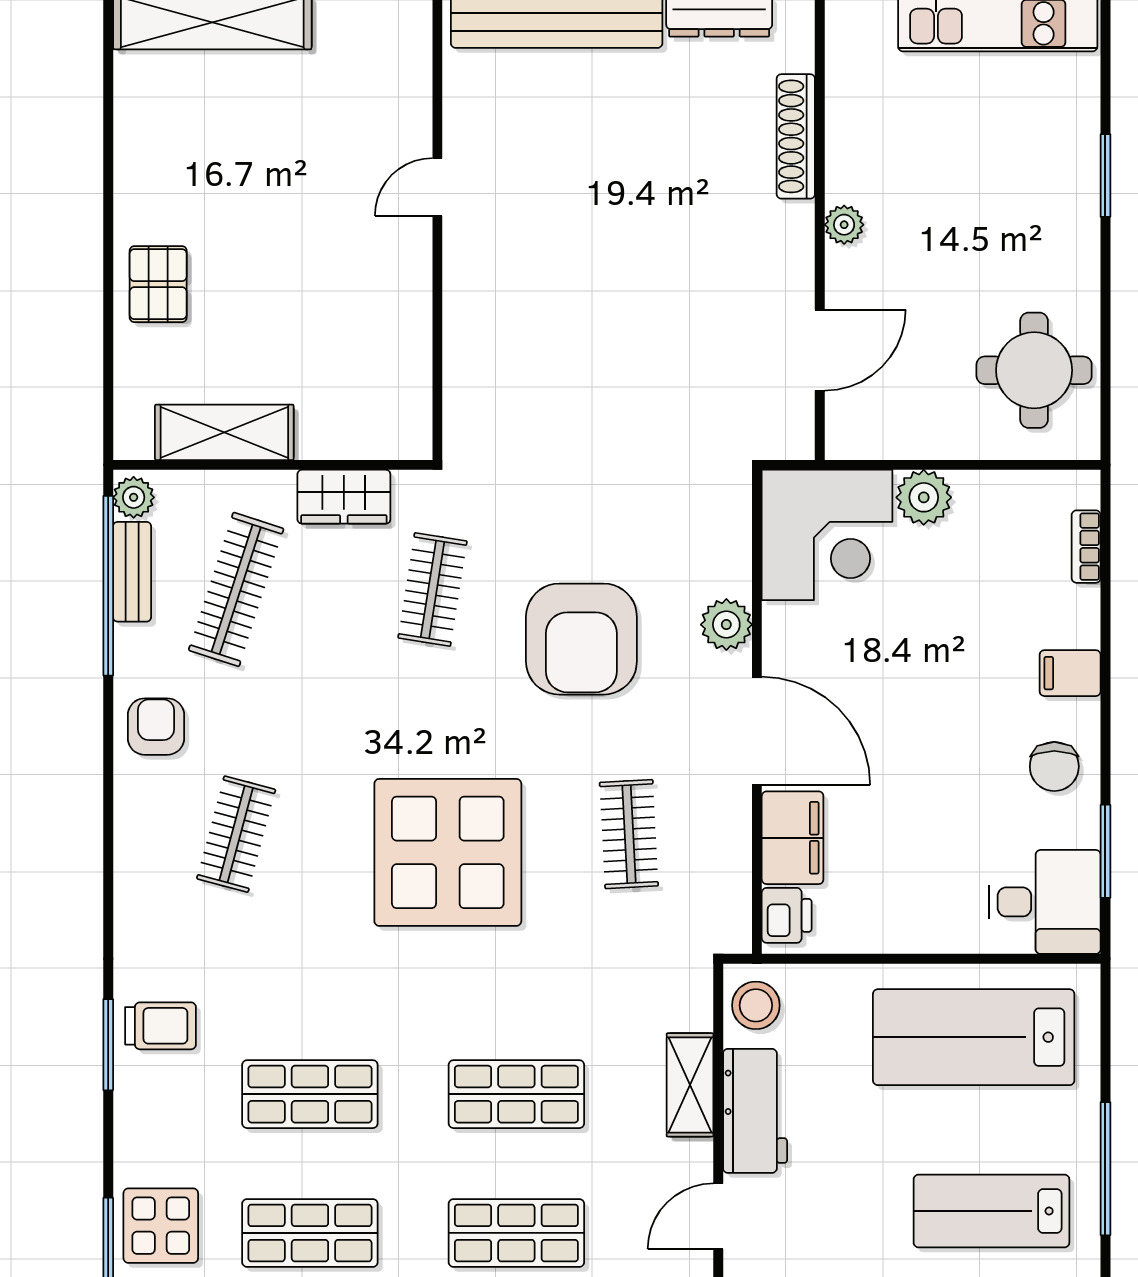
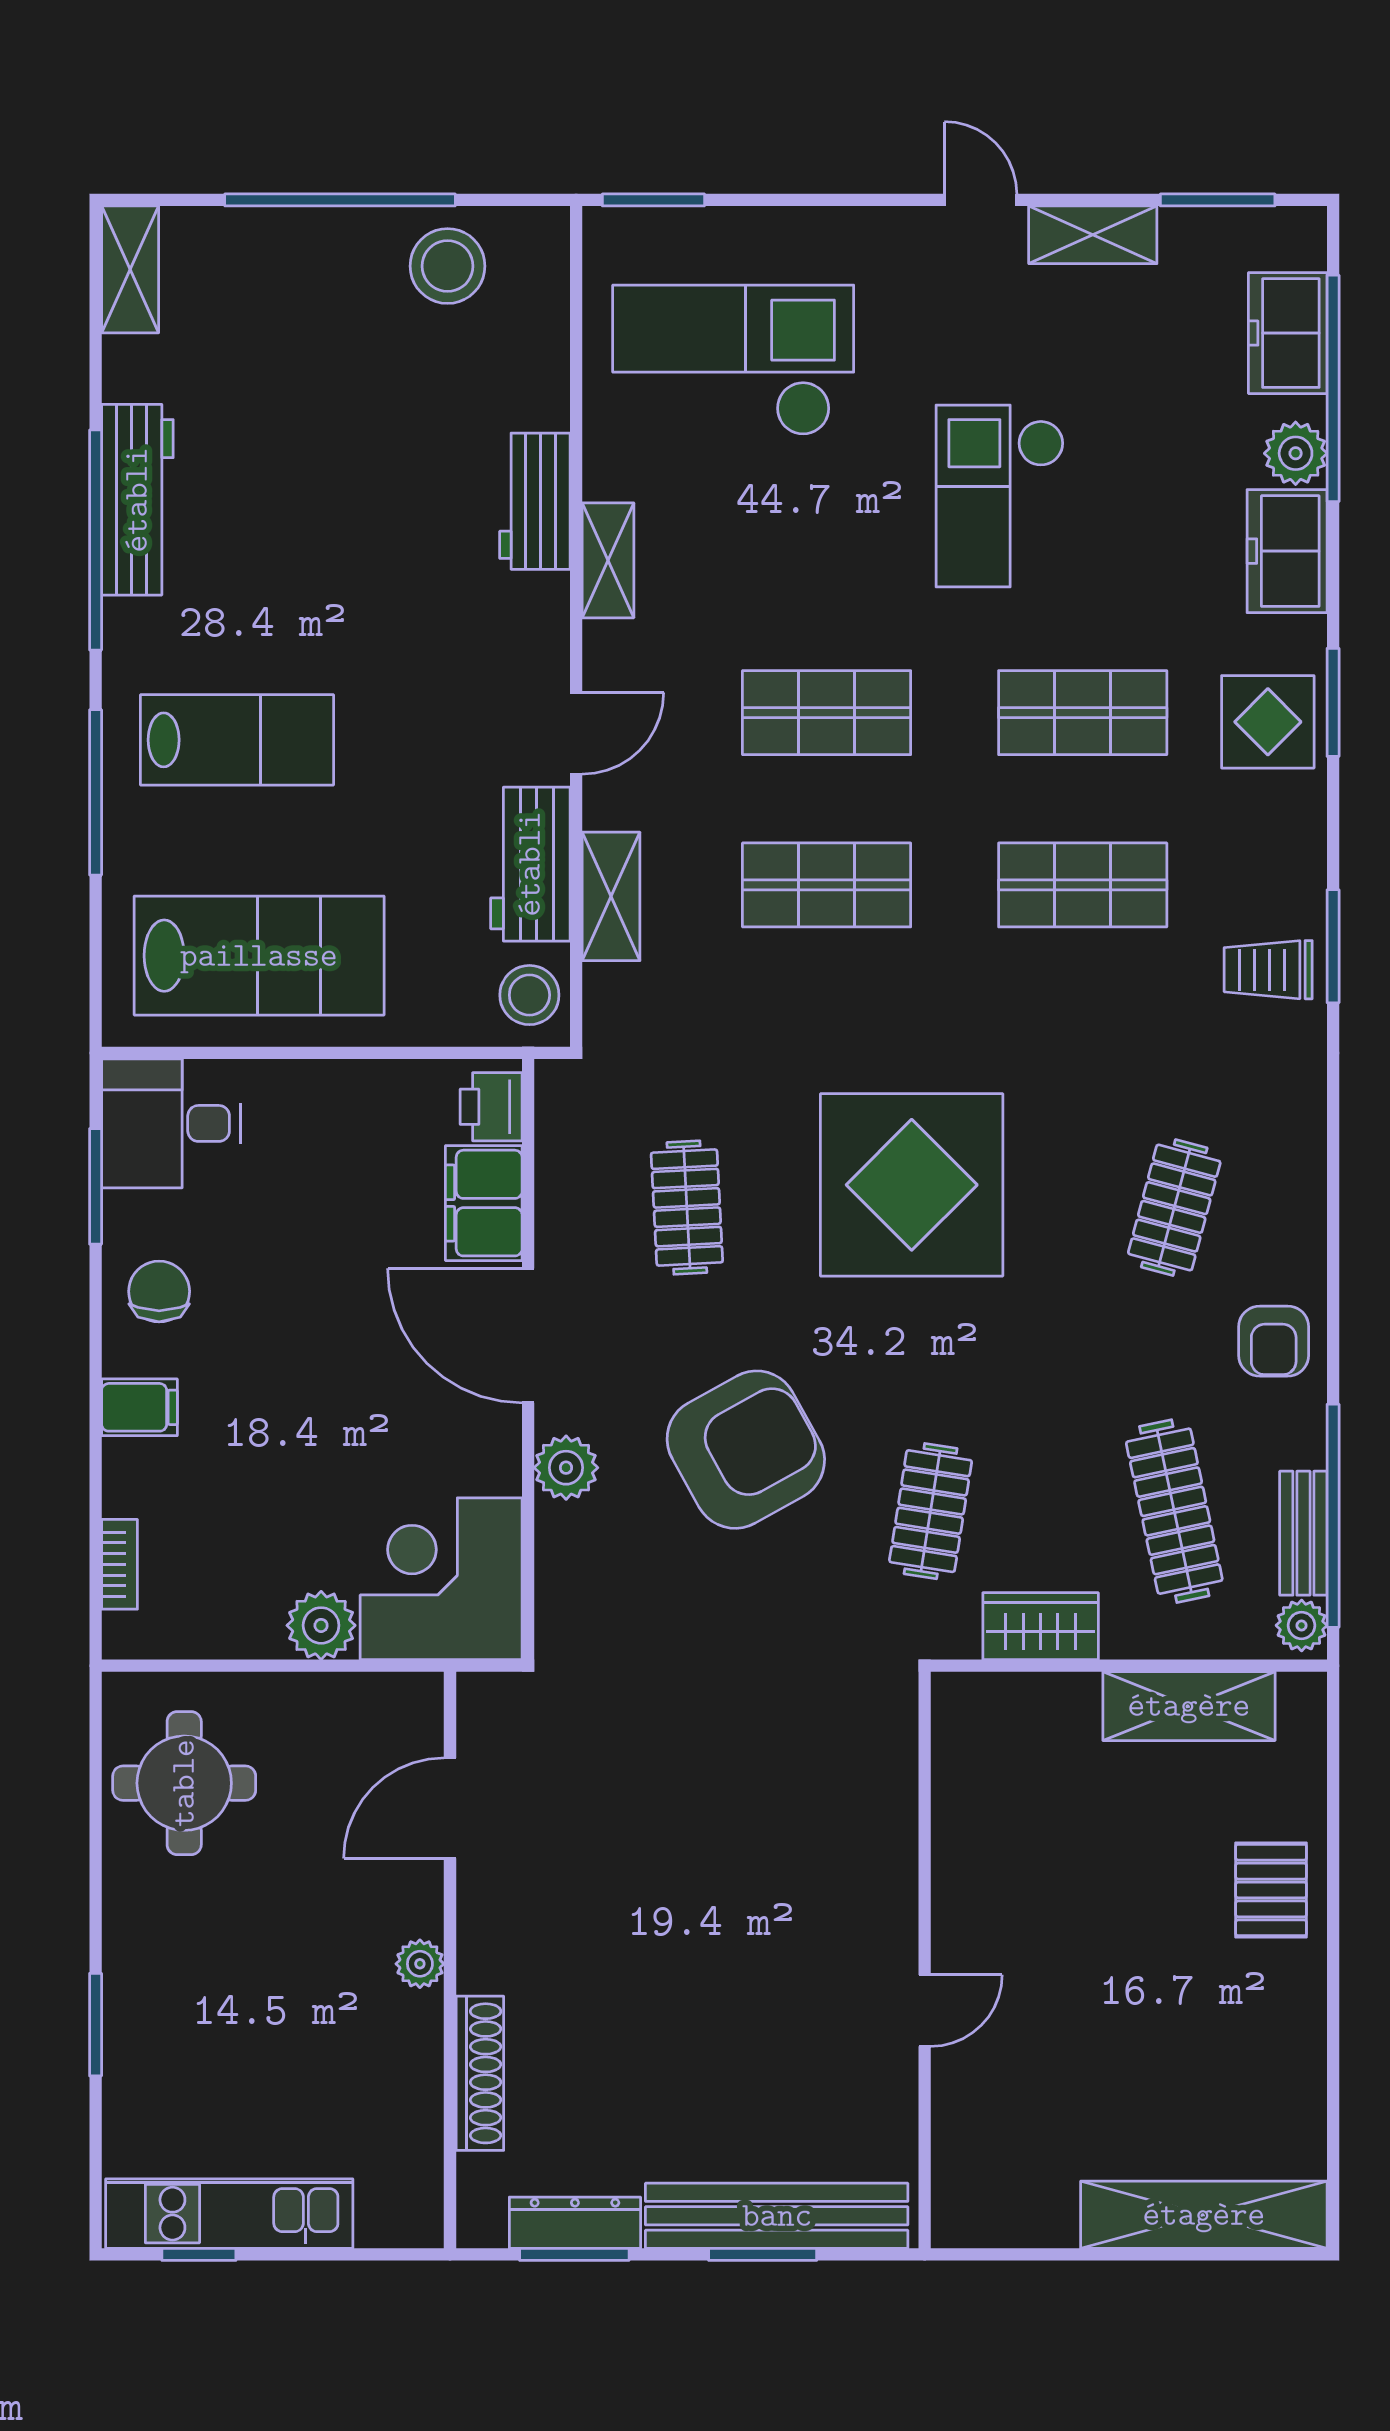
clothes rail: (236, 589) -> (1174, 1511), turned -30
armchair: (581, 639) -> (746, 1450), turned 61

